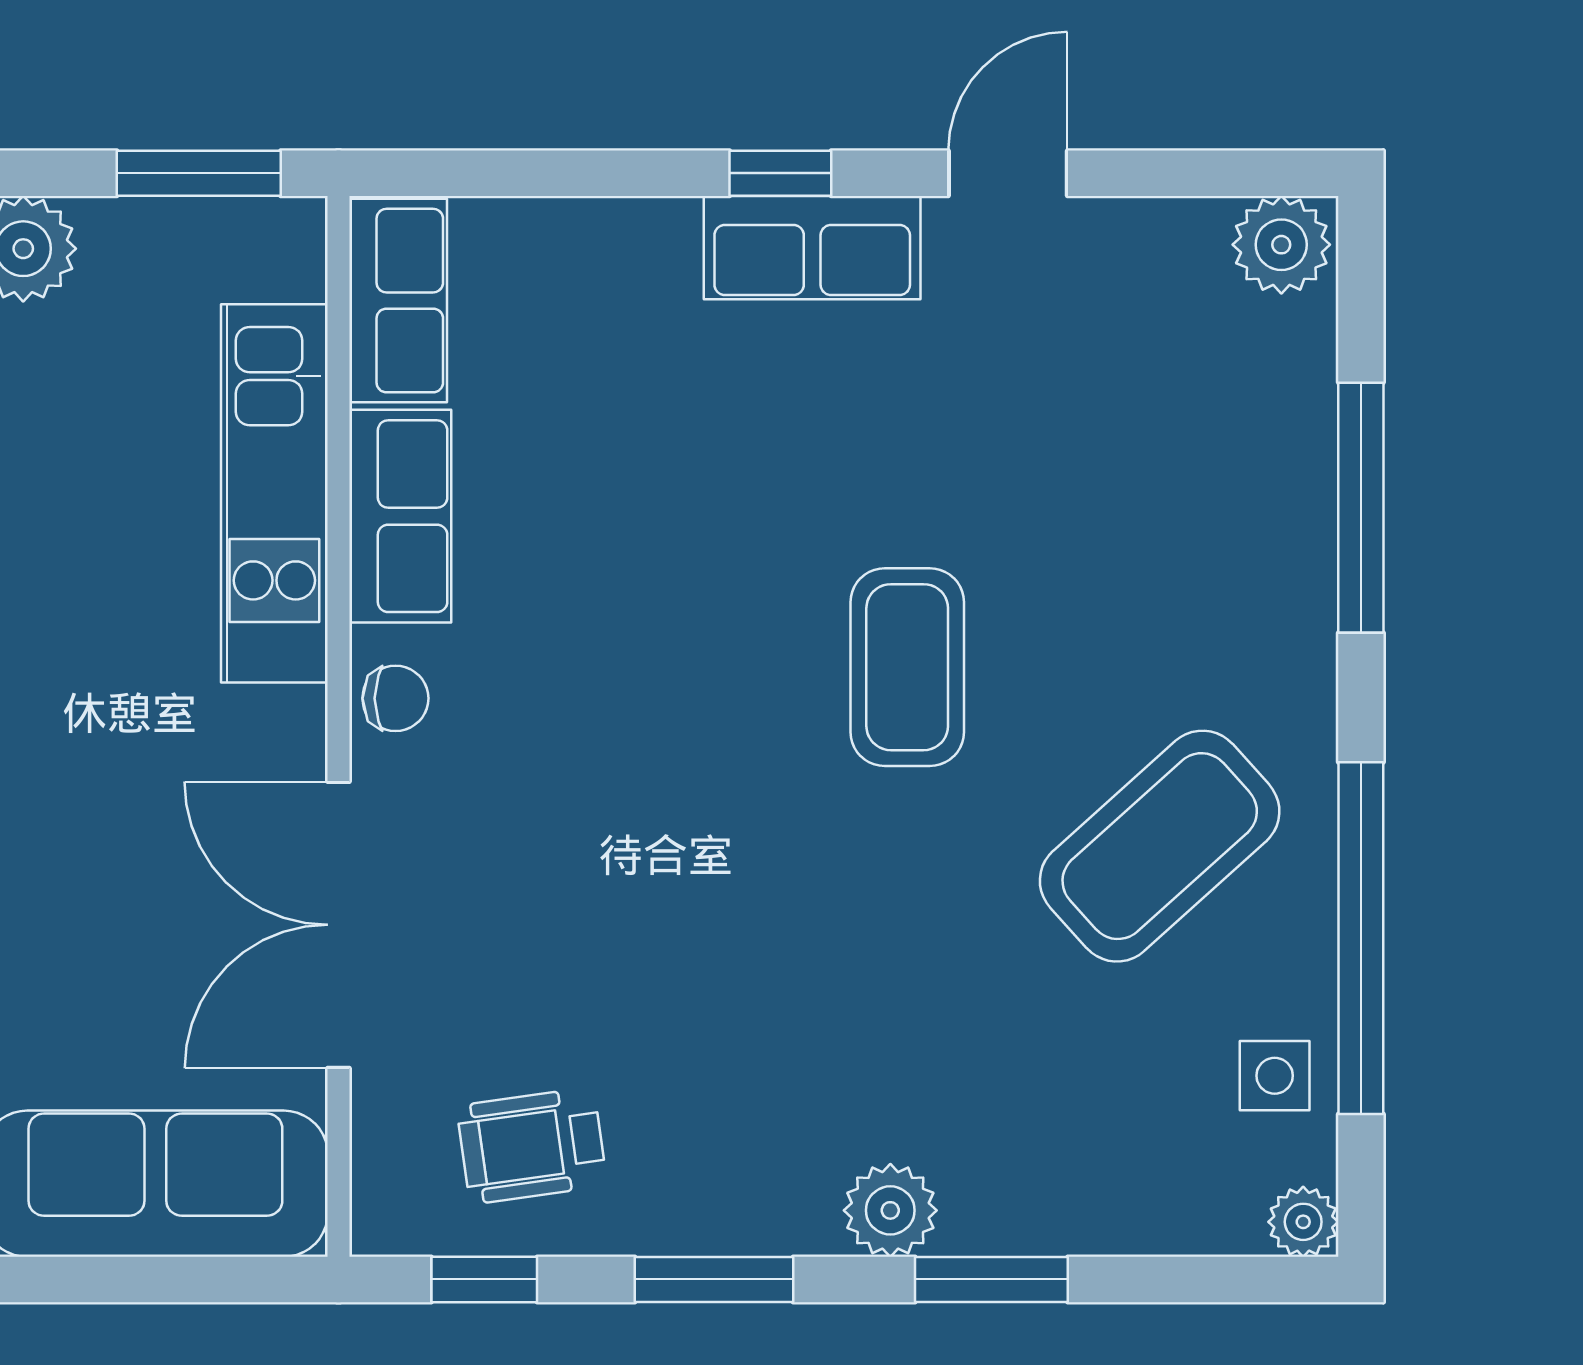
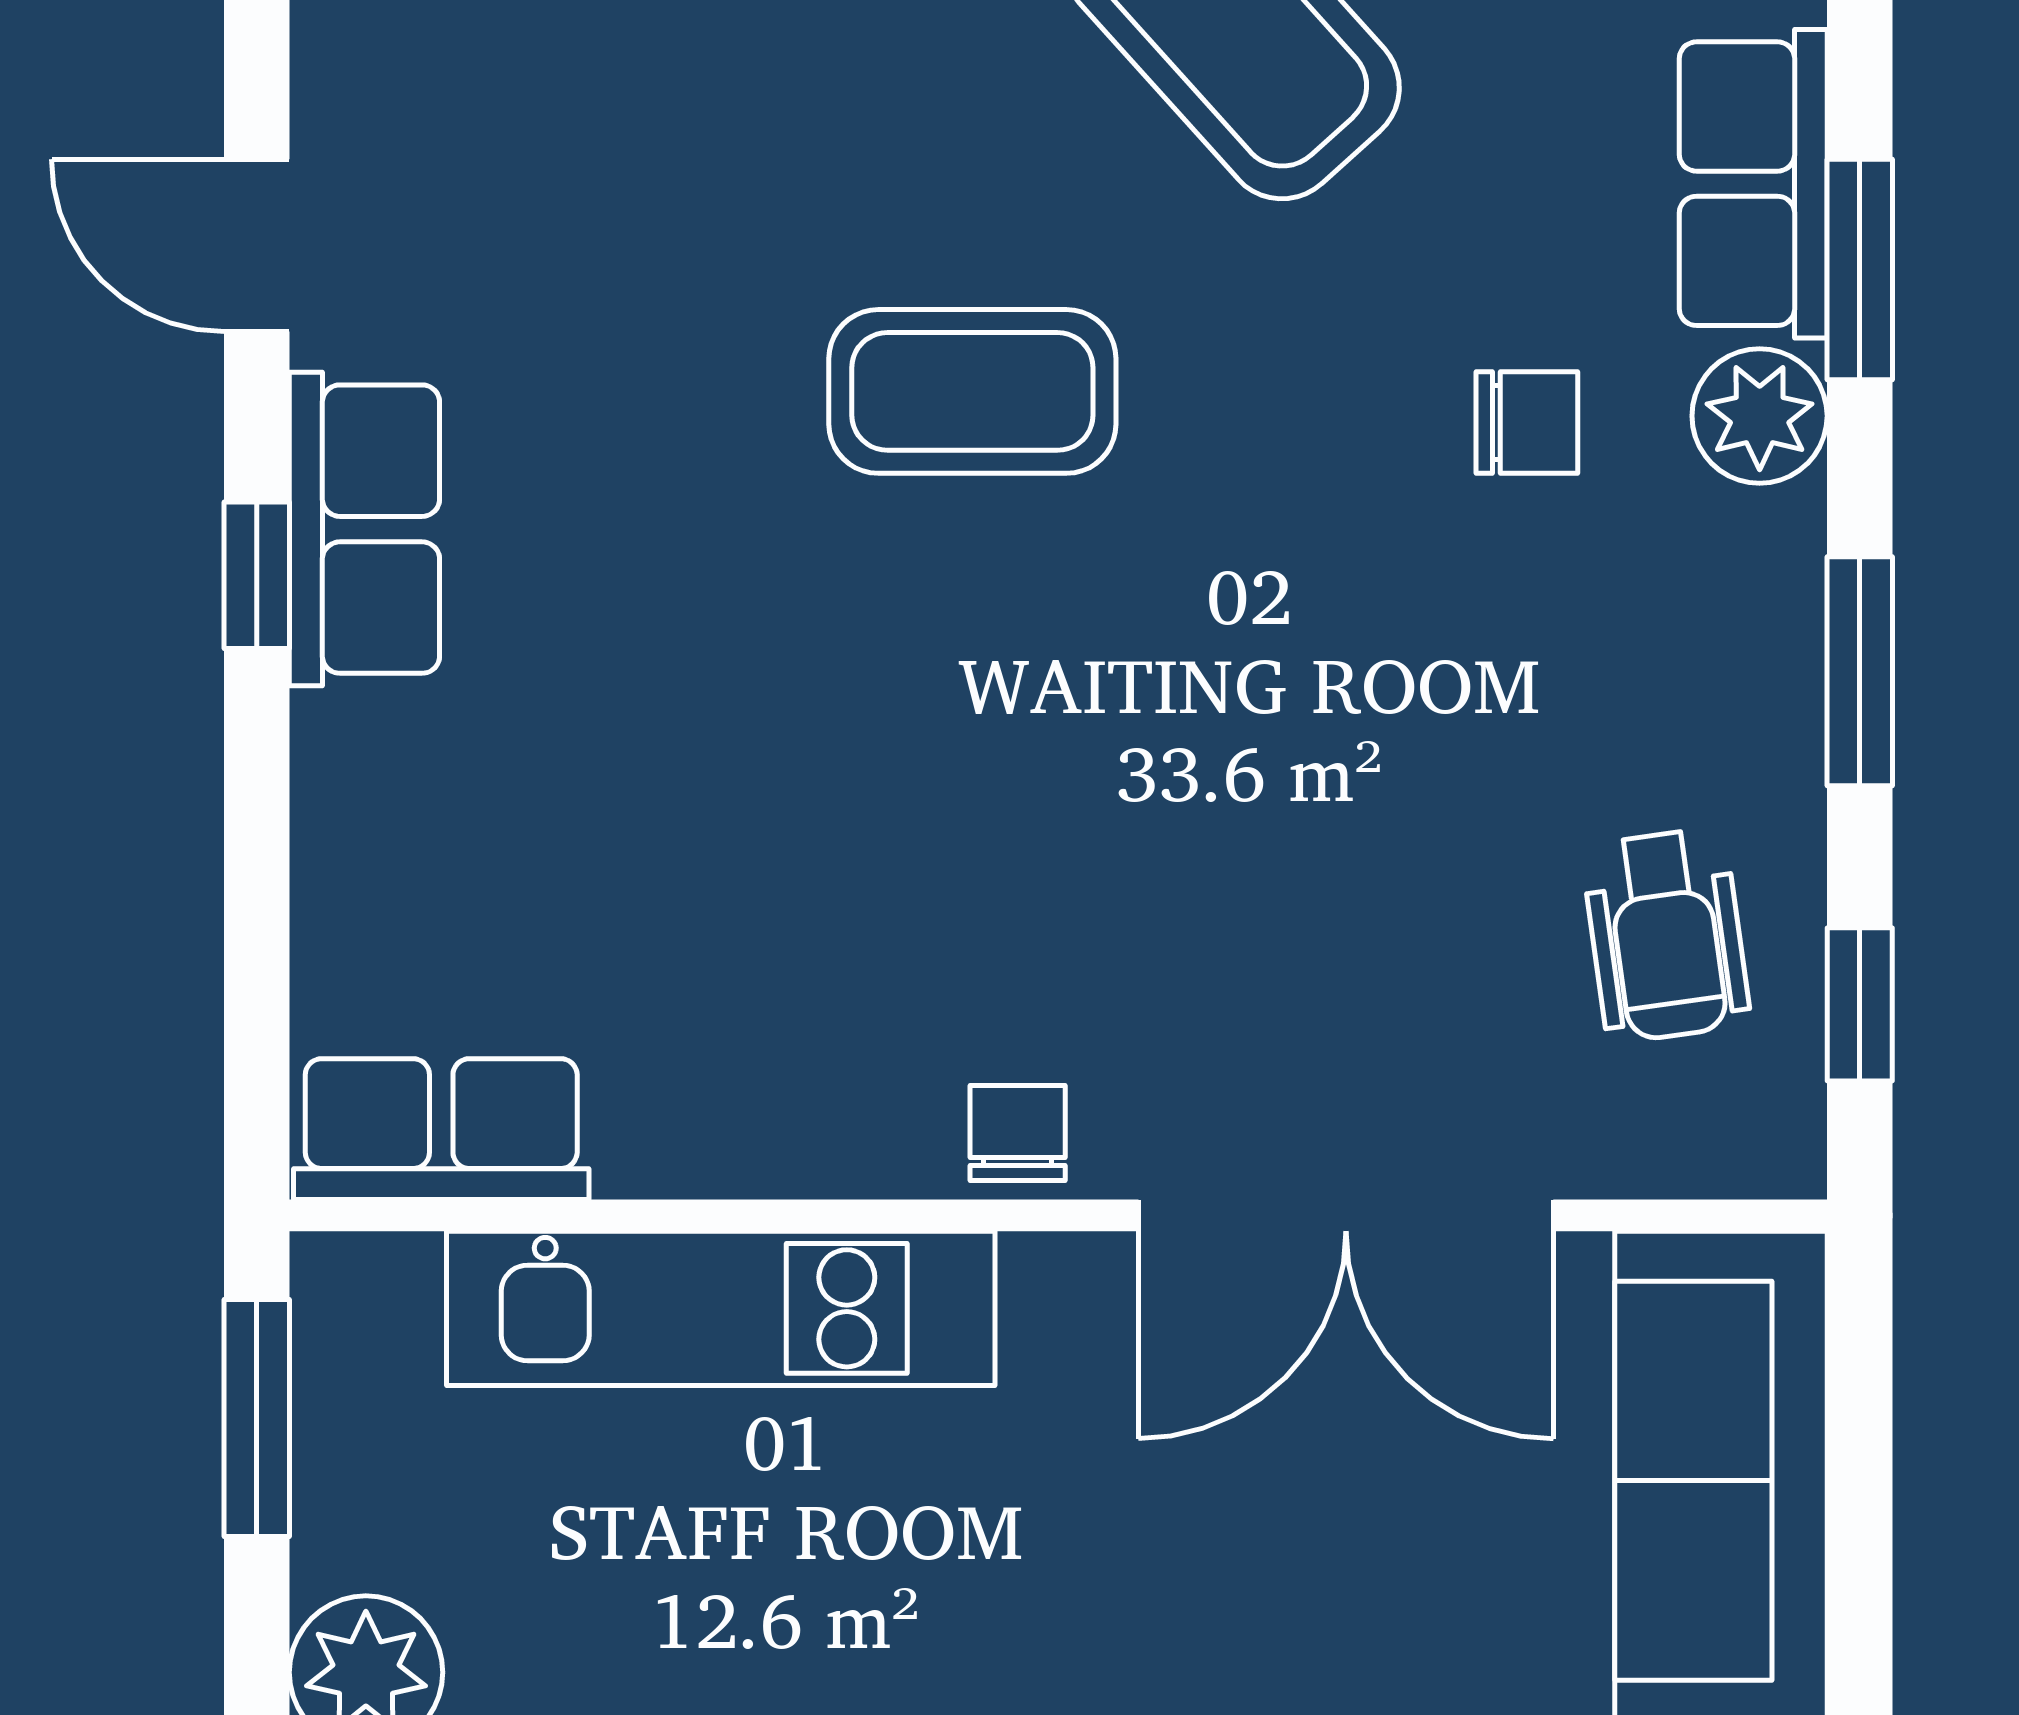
row of seats: (400, 516) -> (1753, 184), moved, turned -90
chair: (886, 1050) -> (1527, 422), added

